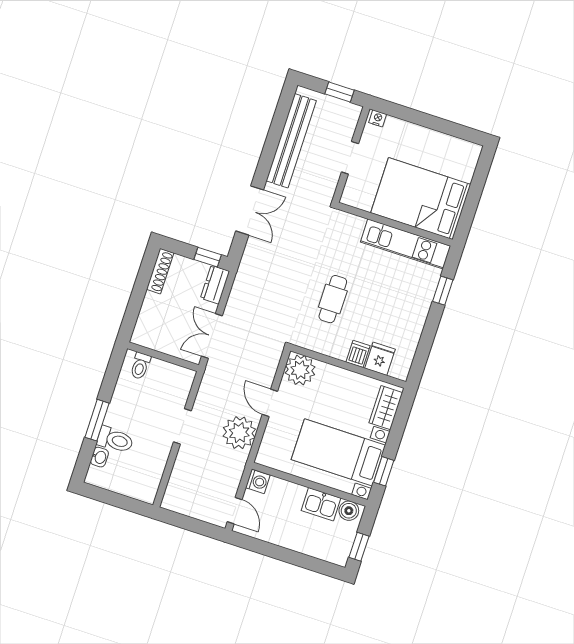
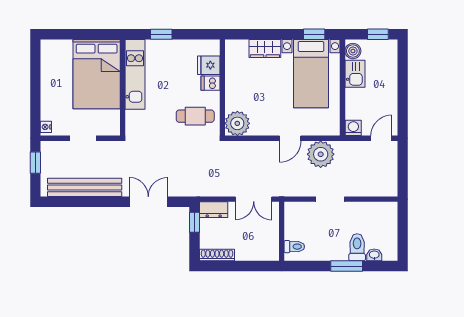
dishwasher: (358, 354) -> (211, 83), moved
fridge: (380, 359) -> (209, 65), moved
wall: (348, 366) -> (222, 88), moved
plant: (300, 370) -> (237, 123), moved

